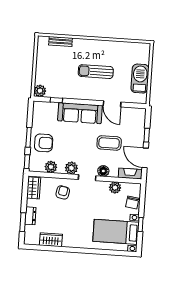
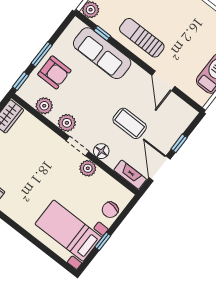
sun lounger: (96, 72) -> (142, 38), moved
sofa: (80, 113) -> (102, 53), moved
plant: (115, 188) -> (88, 168), moved
armchair: (63, 192) -> (38, 144), removed

